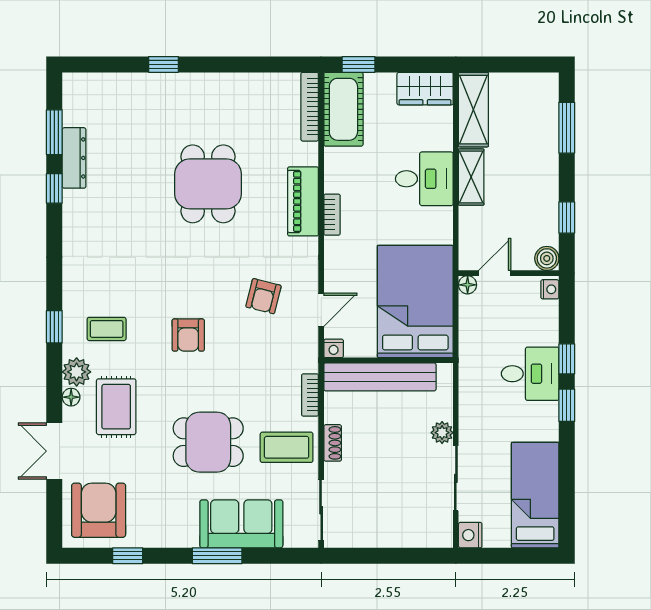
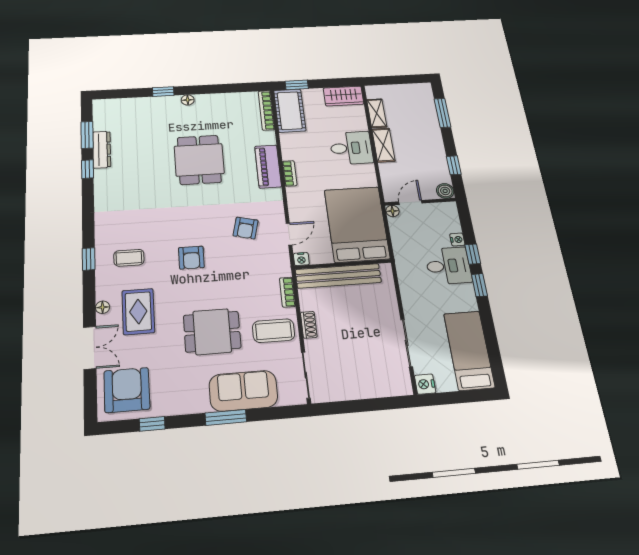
floor lamp: (198, 81) -> (188, 100), added
shelving: (473, 110) -> (377, 113), width x0.67, depth x0.75
nightstand: (550, 289) -> (457, 240), moved
plant: (77, 372) -> (106, 289), removed
plant: (442, 433) -> (391, 311), removed
double door: (54, 451) -> (90, 348), swing flipped

